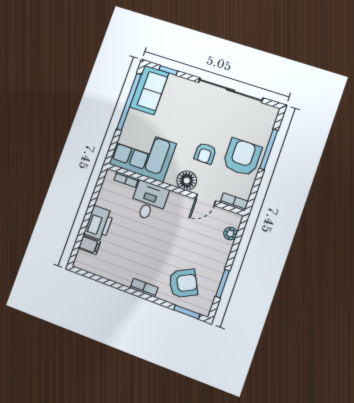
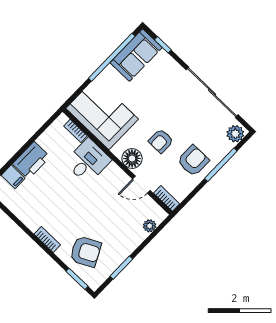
plant: (269, 116) -> (235, 134), added
armchair: (242, 157) -> (193, 161), width x0.73, depth x0.73

